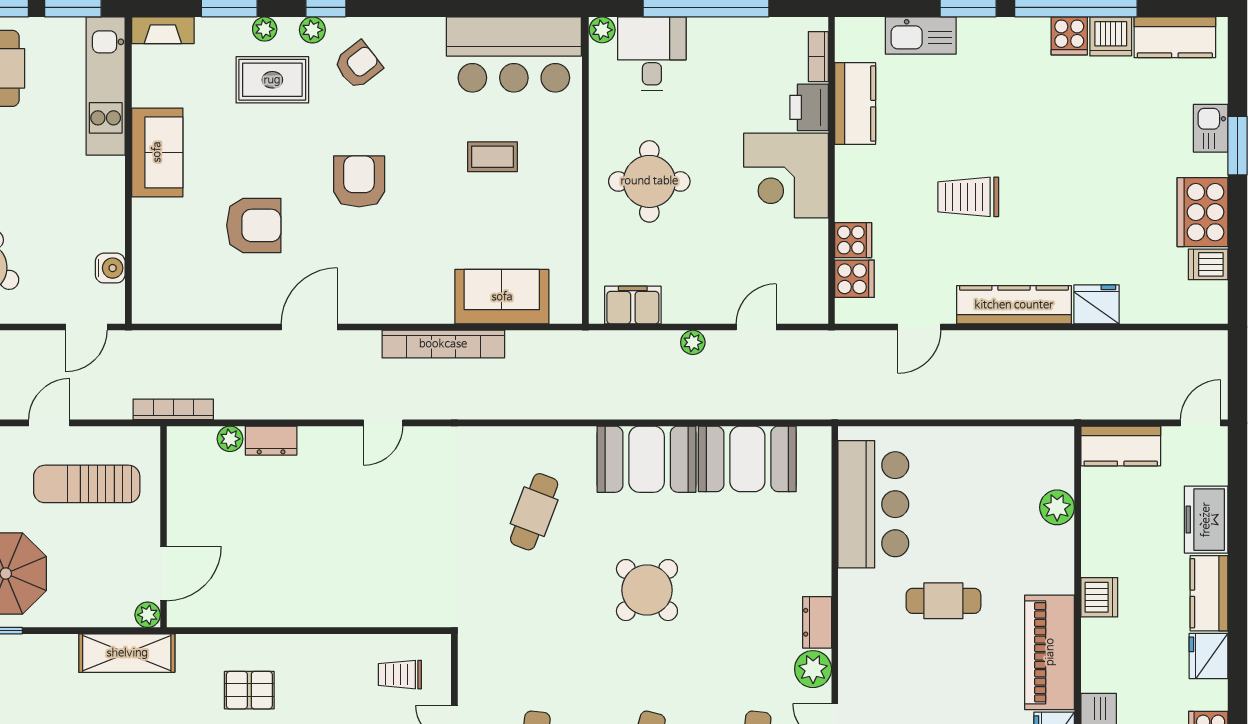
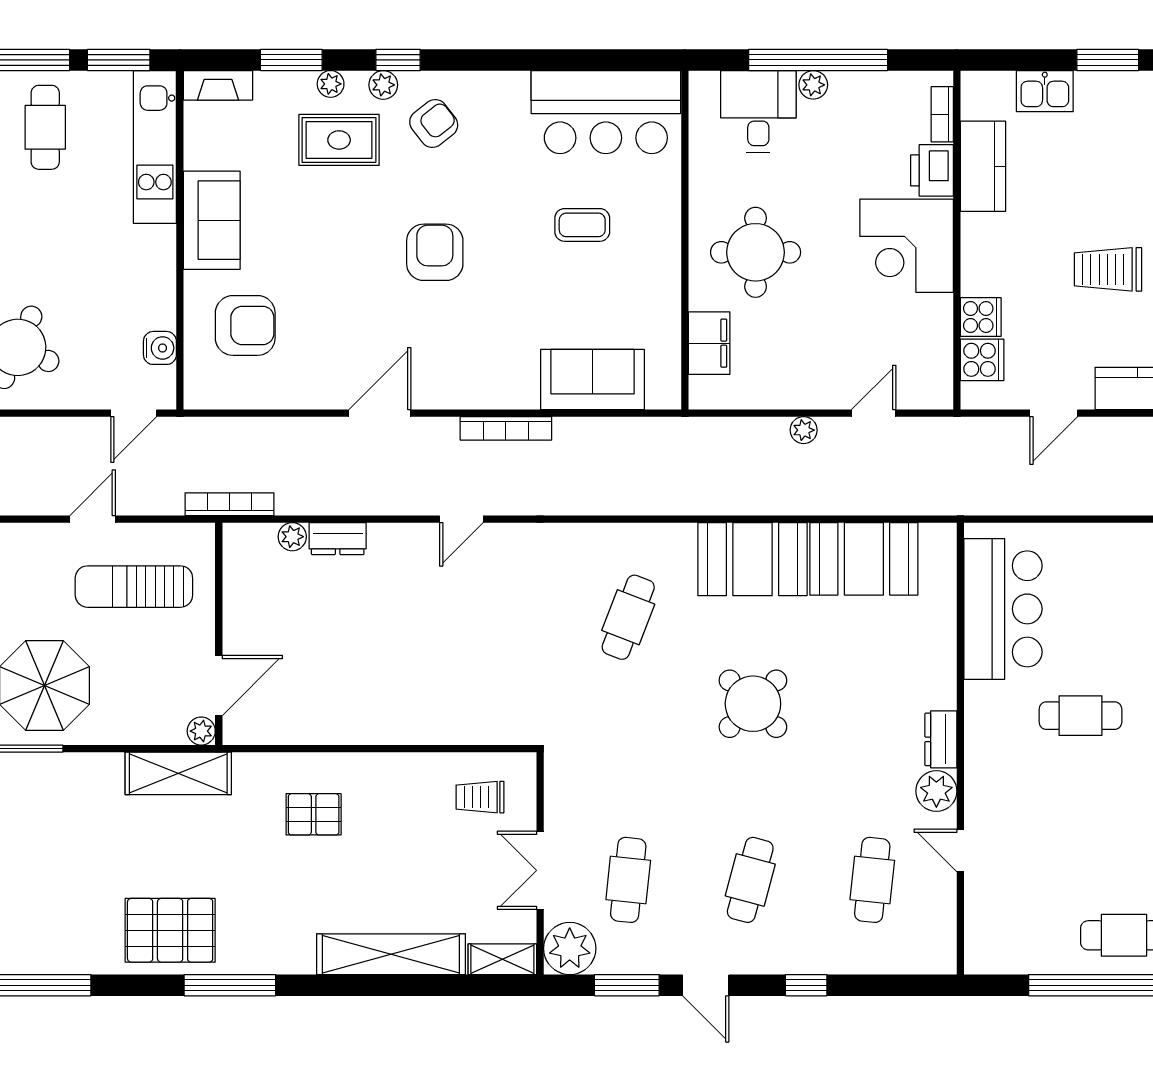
plant: (602, 30) -> (813, 85), moved
kitchen sink: (921, 36) -> (1045, 91), width x0.73
armchair: (254, 225) -> (245, 325), moved
filing cabinet: (633, 305) -> (709, 343), moved, turned 90
bookcase: (443, 344) -> (506, 428), width x0.68, depth x0.76

